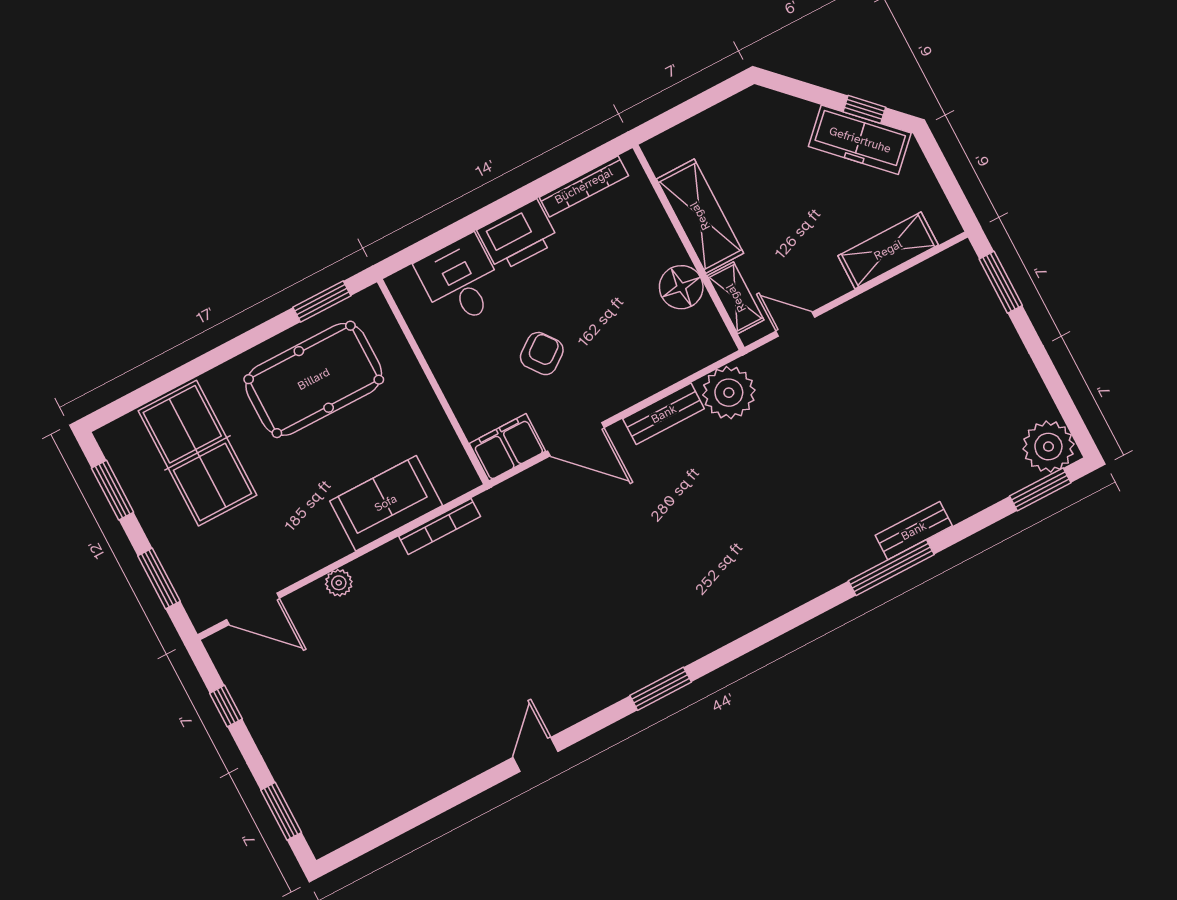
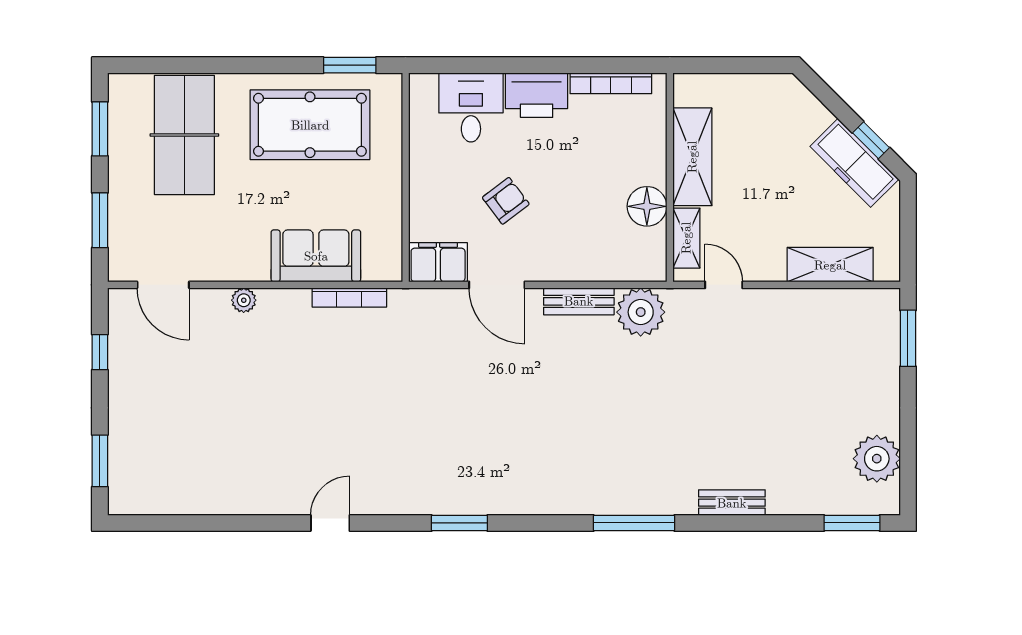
plant: (1048, 447) -> (877, 459), moved
window: (891, 568) -> (634, 523), moved

